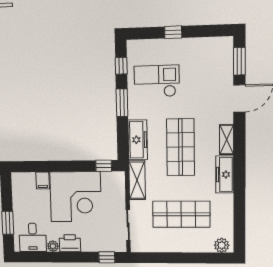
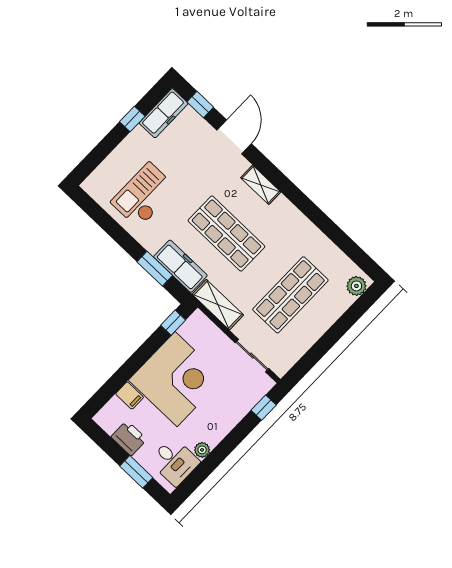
window: (173, 32) -> (132, 119), moved
window: (239, 61) -> (200, 104), width x0.67
window: (121, 66) -> (97, 214), removed
window: (122, 103) -> (155, 269), moved
freezer: (225, 174) -> (164, 113), moved, turned -90
printer: (70, 243) -> (129, 438), moved, turned 90

